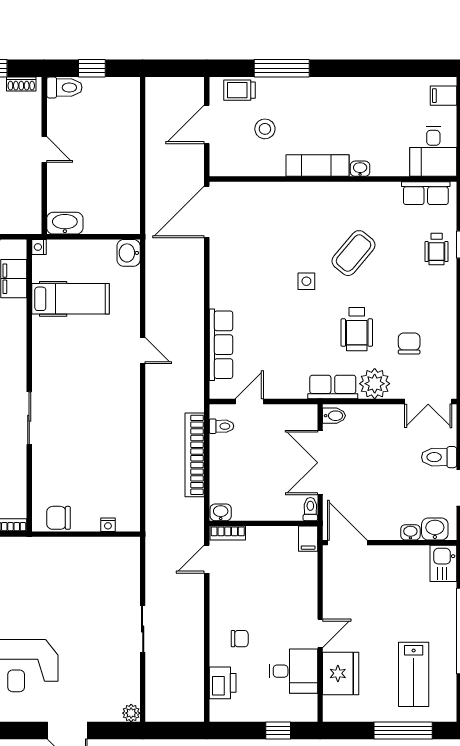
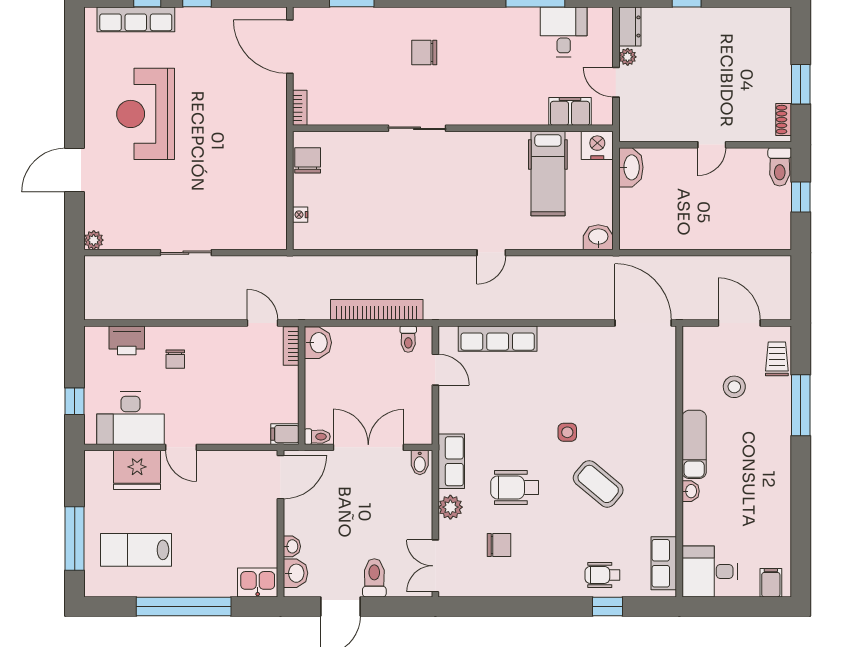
nightstand: (39, 247) -> (597, 145), width x1.89, depth x1.79
plant: (375, 384) -> (450, 507), width x0.73, depth x0.73
washbasin: (221, 512) -> (318, 343), width x1.38, depth x1.45
desk: (294, 671) -> (131, 418), width x1.37

